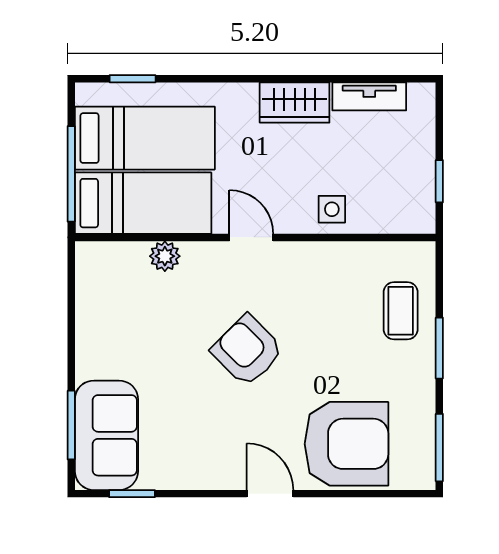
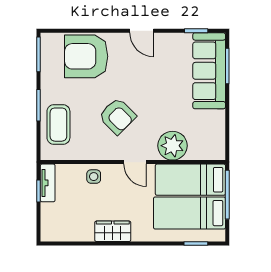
tv unit: (369, 96) -> (48, 183), moved, turned 90
plant: (165, 256) -> (172, 146), width x1.87, depth x1.87
coffee table: (401, 311) -> (58, 125), width x1.36, depth x1.30
armchair: (247, 350) -> (117, 116), moved
sofa: (106, 435) -> (209, 71), width x1.36
door: (270, 494) -> (142, 31), moved

